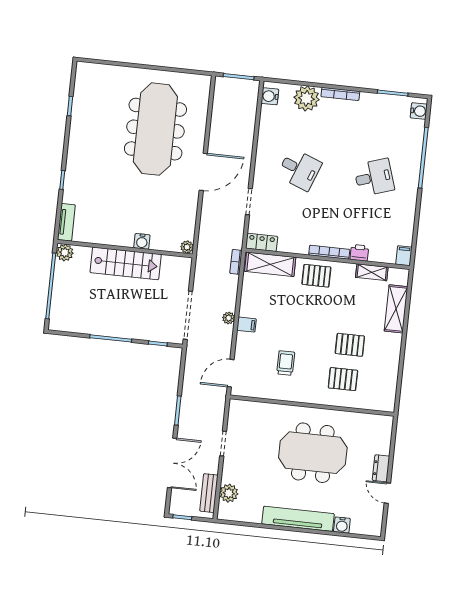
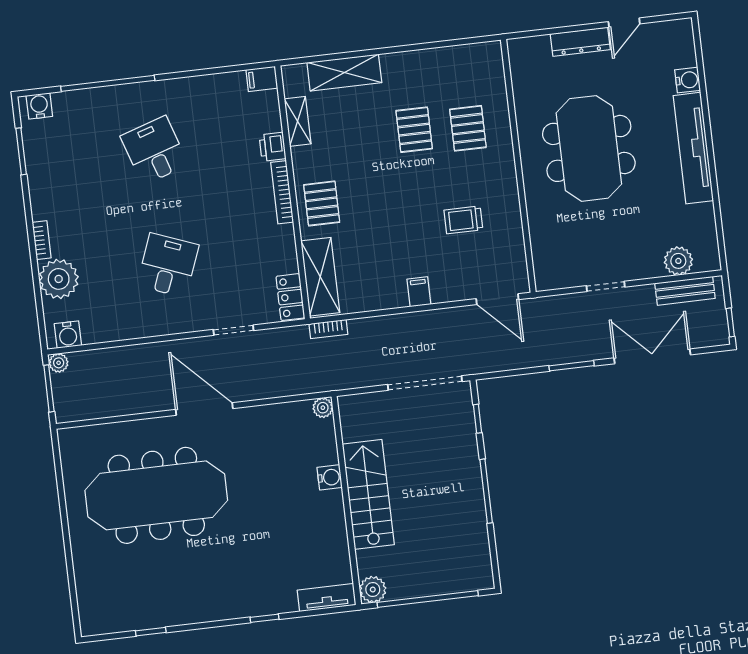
bookcase: (340, 94) -> (42, 240), width x0.64
plant: (229, 318) -> (59, 363), moved
dresser: (381, 468) -> (580, 42), width x1.44

